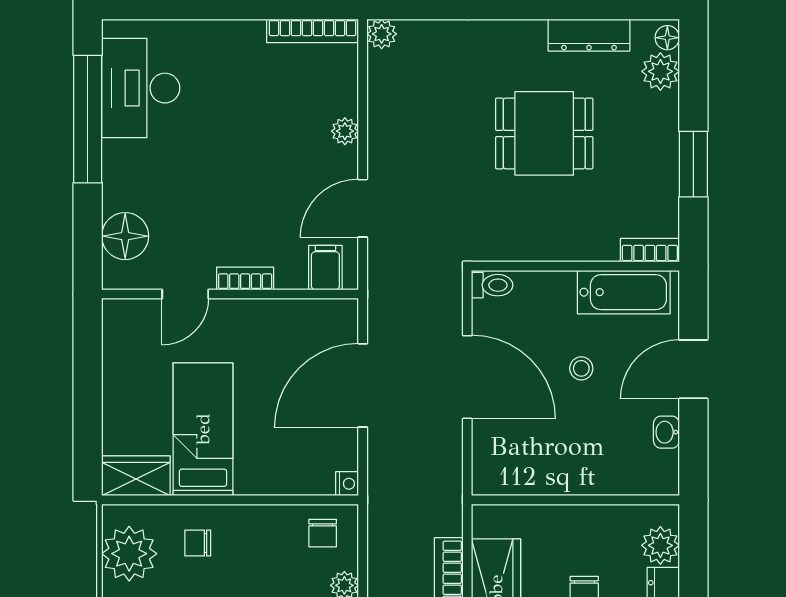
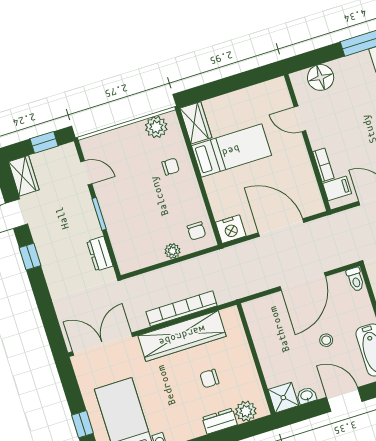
bookcase: (245, 278) -> (323, 165), moved
shower: (657, 473) -> (283, 398), added
nightstand: (347, 484) -> (231, 229), width x1.89, depth x1.79
chair: (323, 533) -> (196, 231), turned -90
chair: (198, 543) -> (171, 167), turned 90
plant: (129, 554) -> (156, 127), width x0.73, depth x0.73

